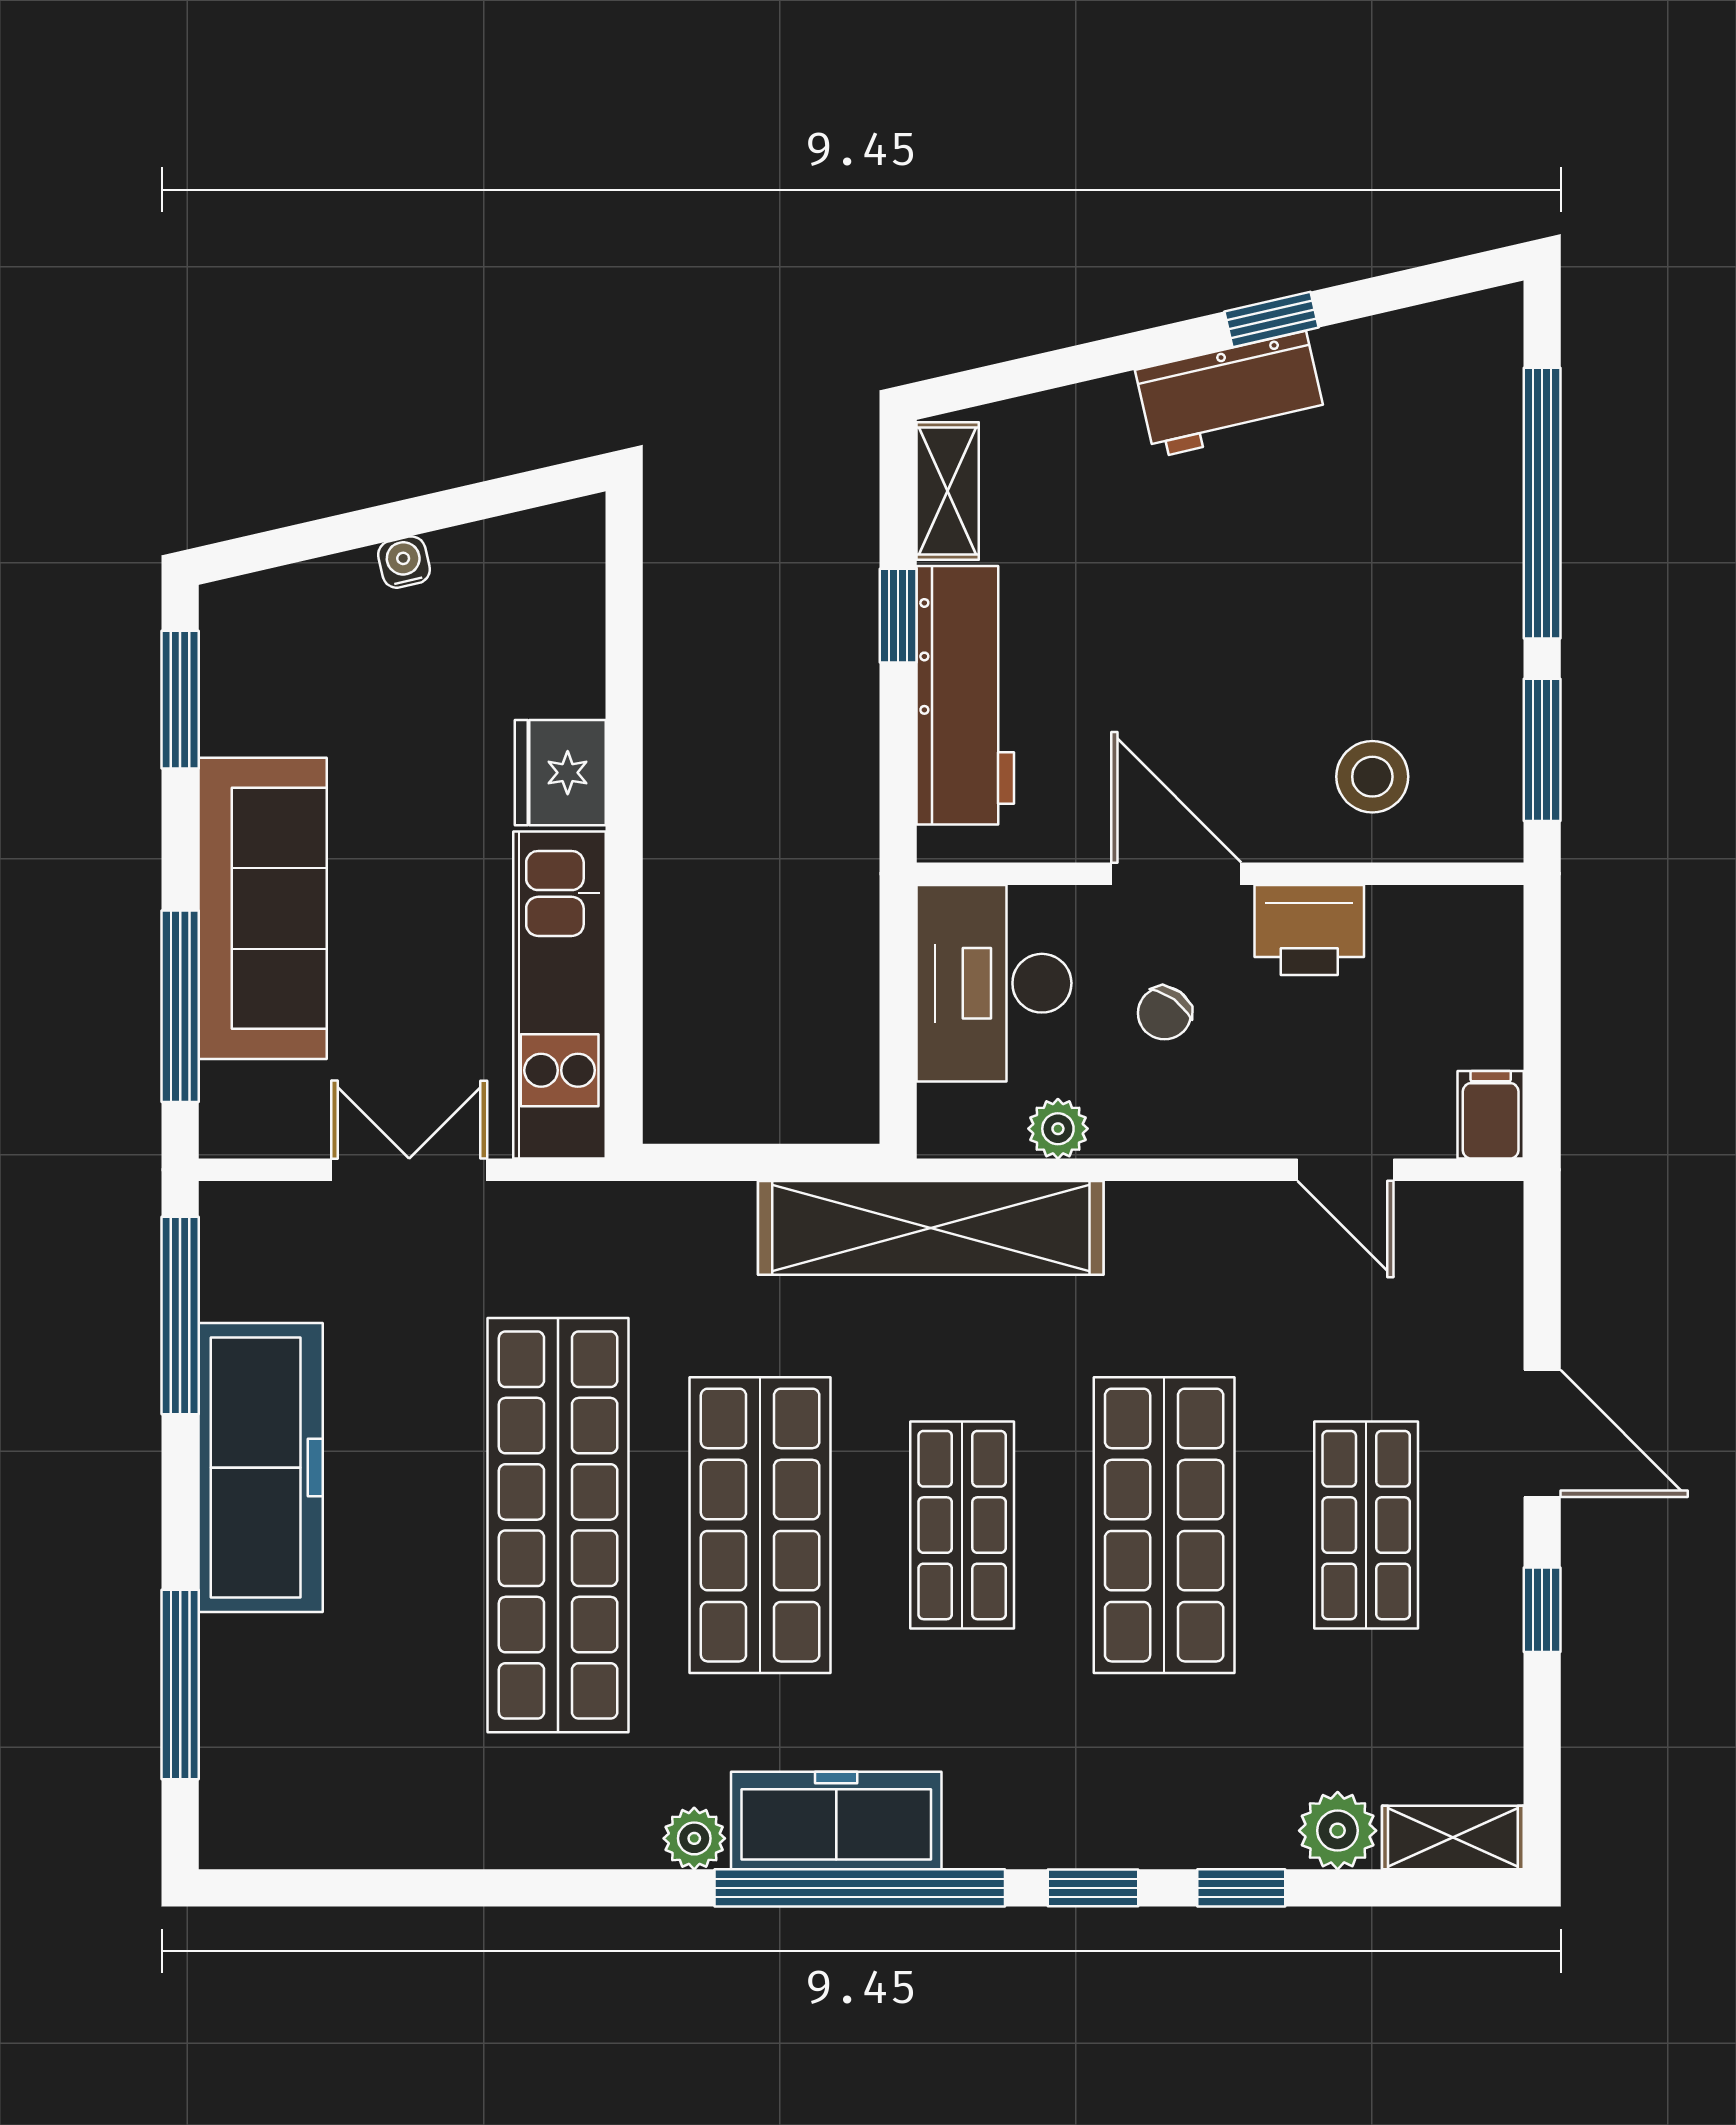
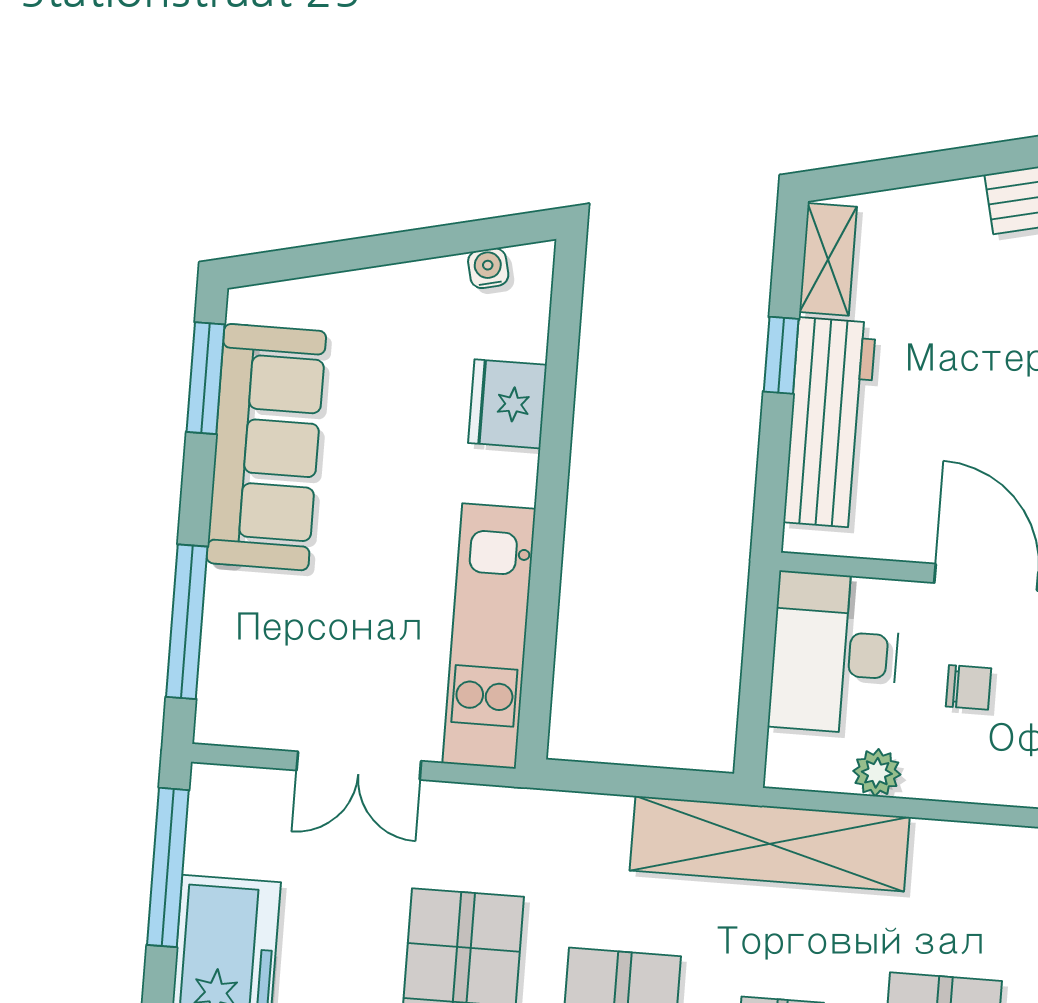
water cooler: (404, 562) -> (488, 268), moved
fridge: (560, 773) -> (507, 404), moved
sofa: (263, 908) -> (266, 447), moved
chair: (1165, 1013) -> (969, 687), turned -126
double door: (409, 1170) -> (359, 766), swing flipped

